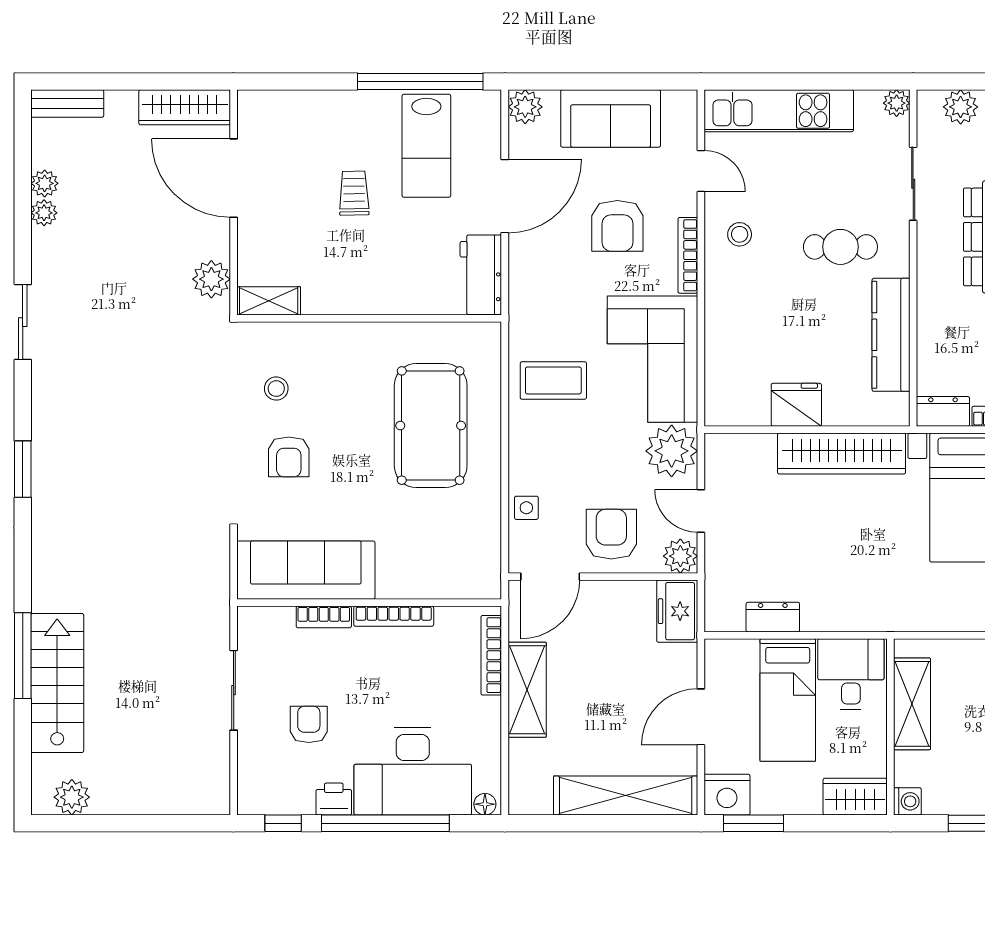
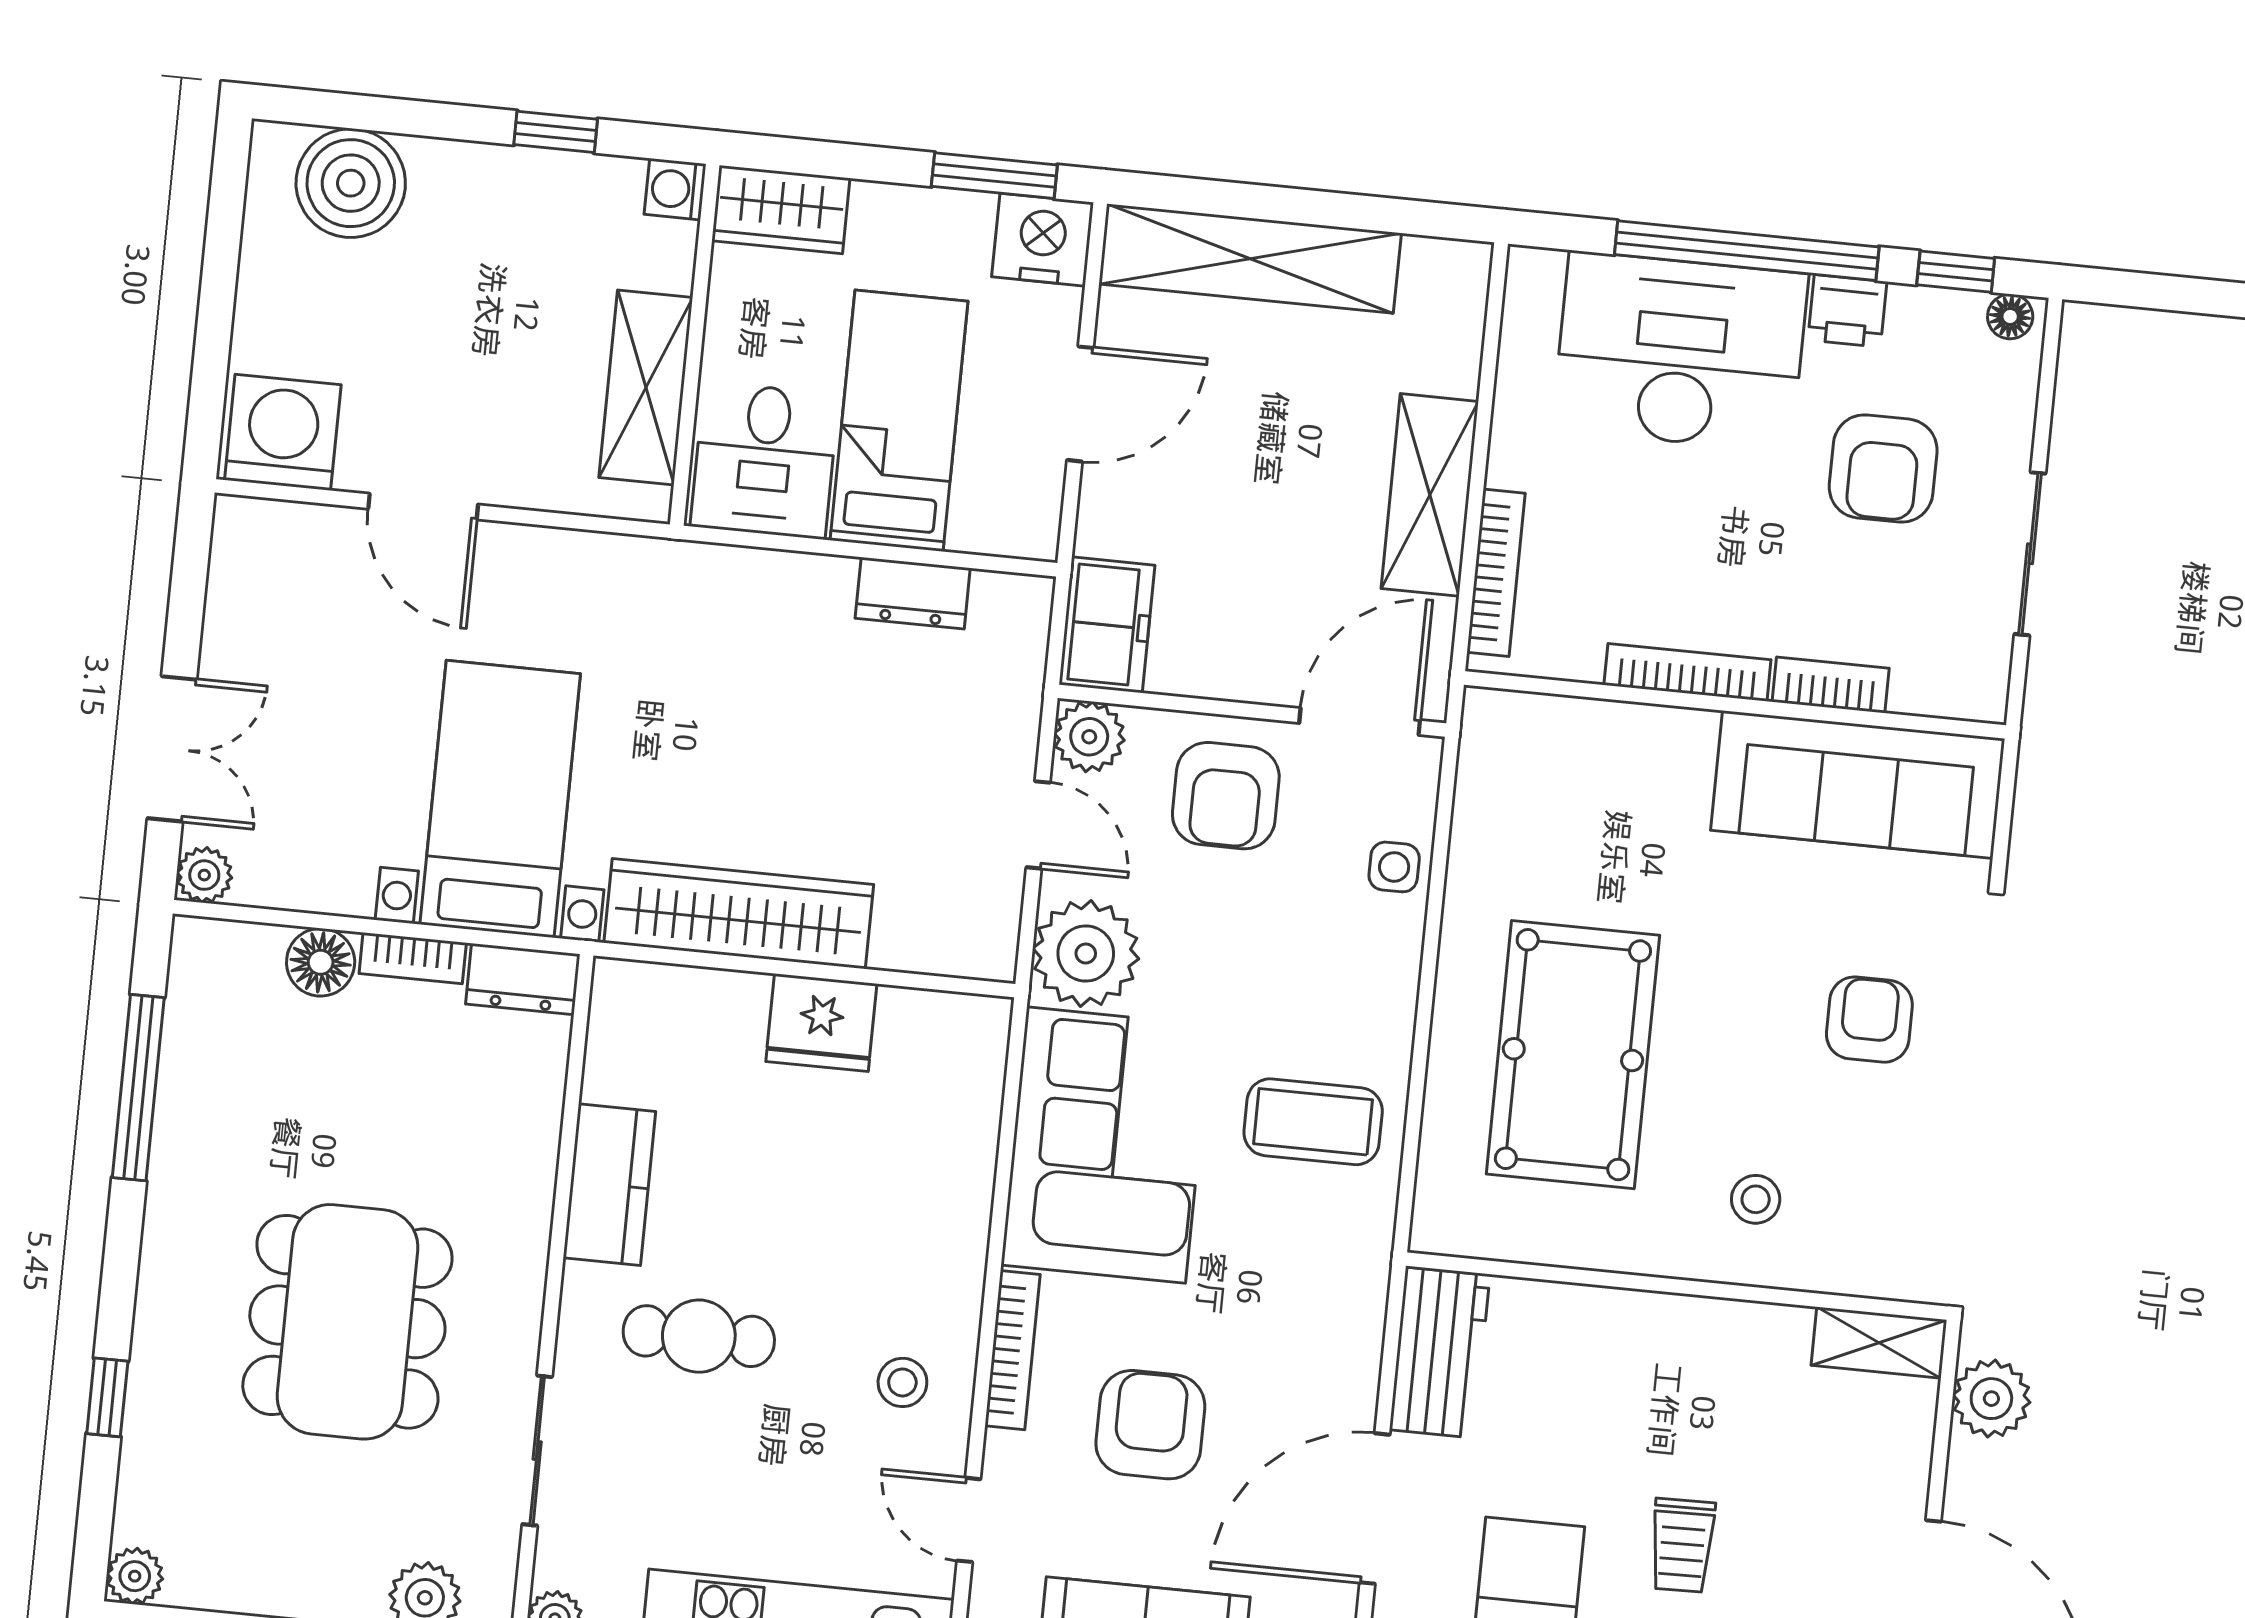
kitchen counter: (891, 335) -> (609, 1185), width x0.67
stool: (276, 389) -> (1756, 1199), moved
armchair: (309, 724) -> (1883, 469), width x1.38, depth x1.38
floor lamp: (485, 804) -> (2010, 316), moved

